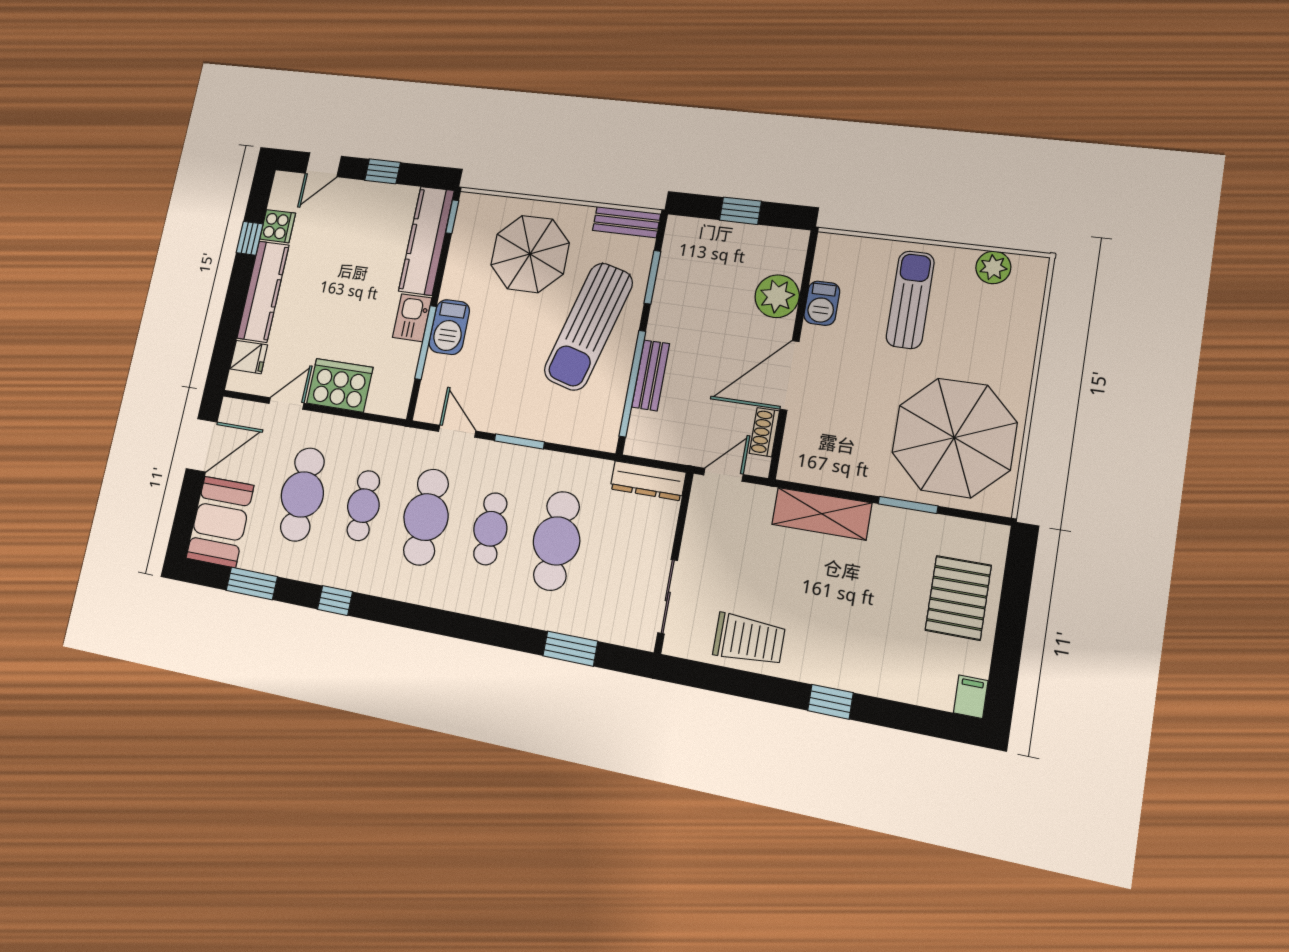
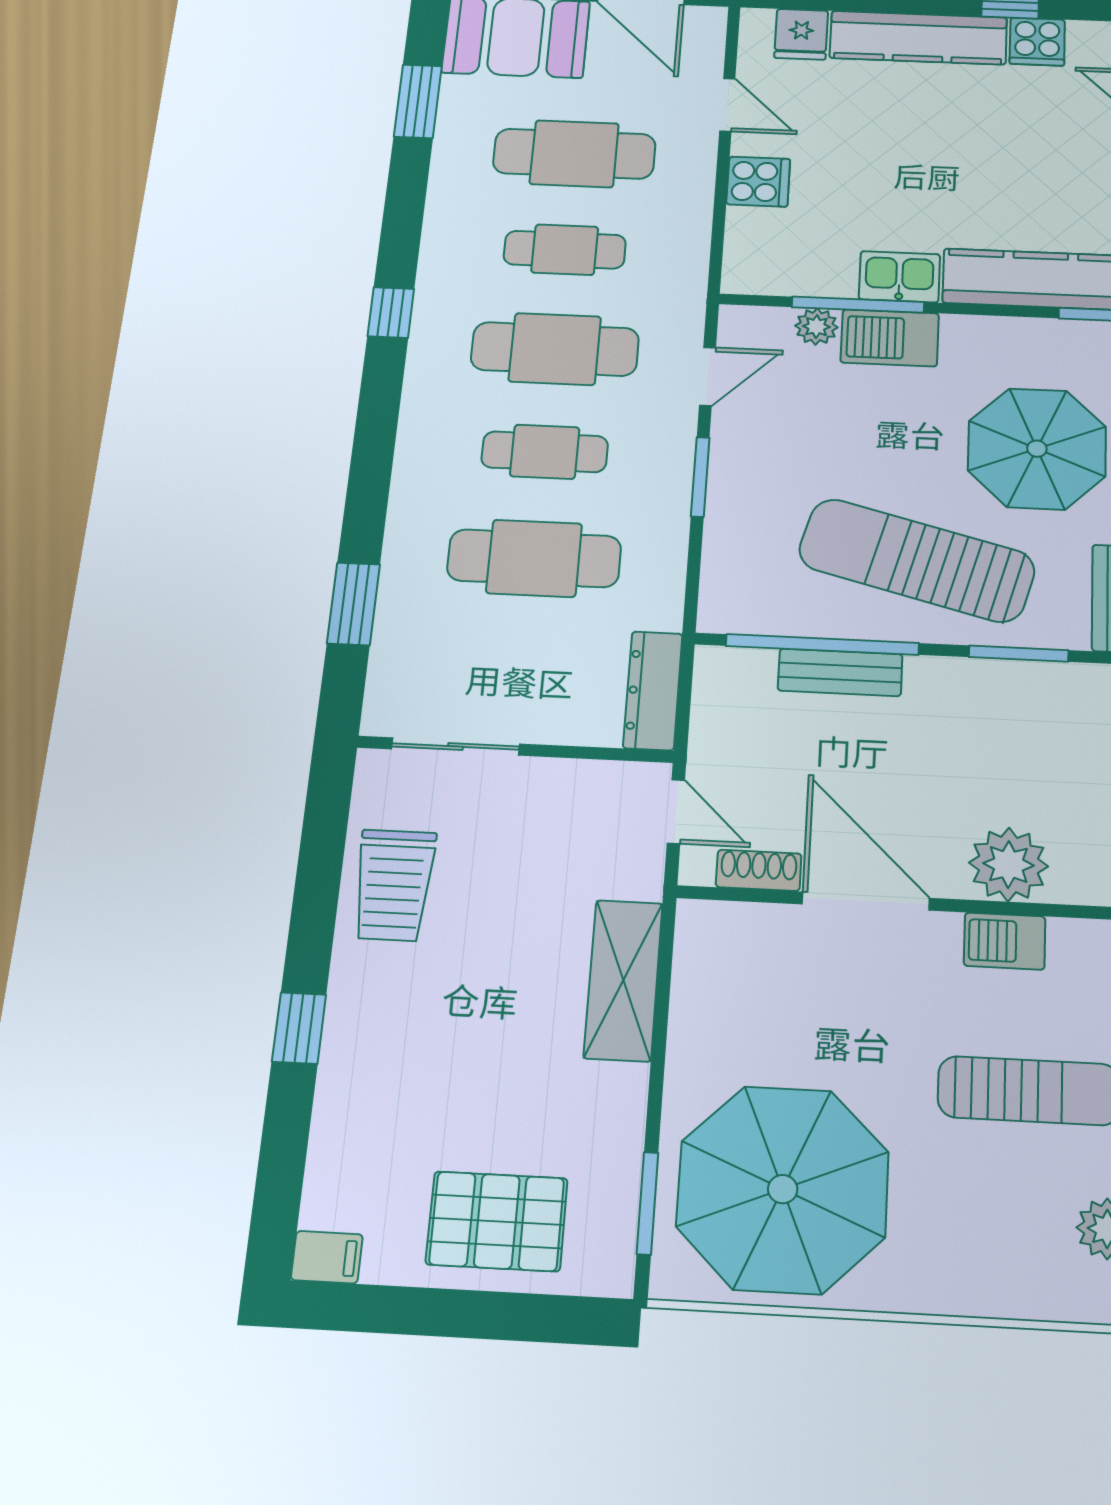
plant: (436, 367) -> (816, 327), added
cooker: (340, 385) -> (758, 182), width x0.53, depth x0.76
window: (908, 505) -> (647, 1203), moved
window: (335, 601) -> (391, 312), moved

